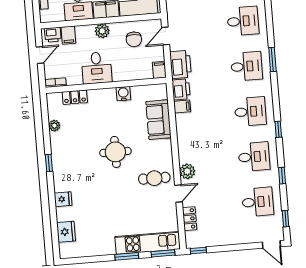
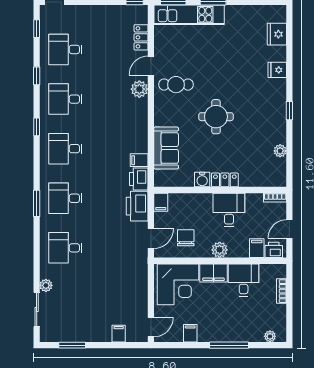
locker: (75, 97) -> (225, 180), moved

